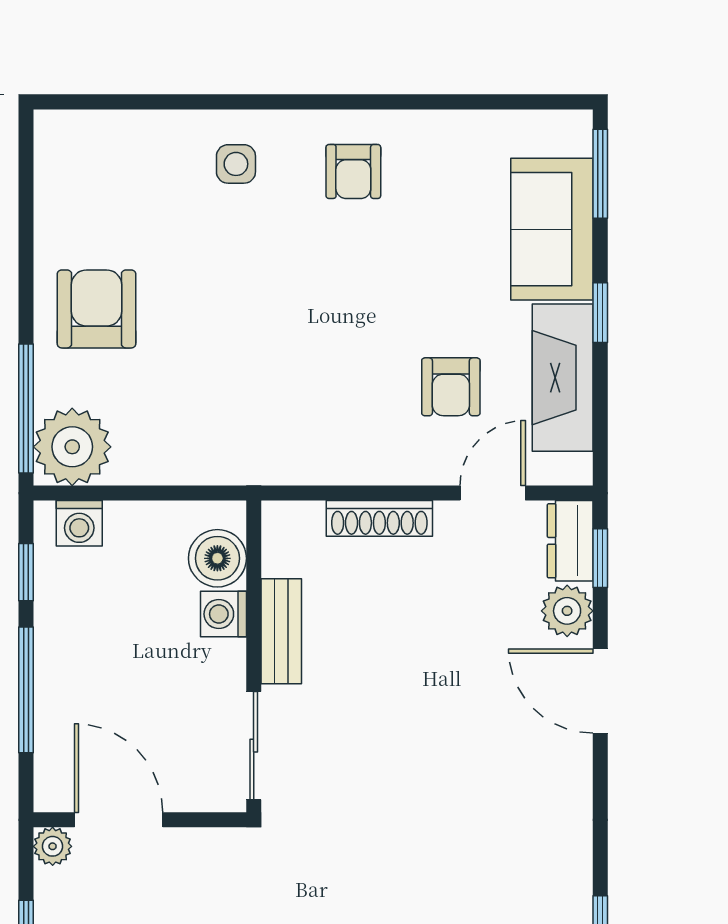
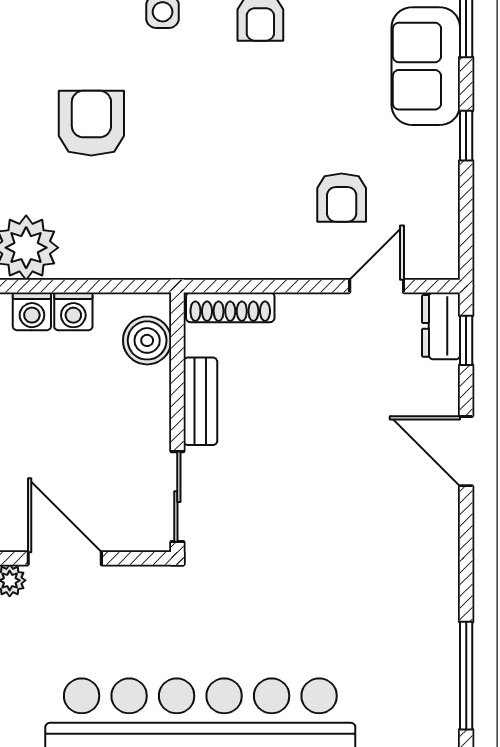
armchair: (96, 309) -> (91, 123), moved
fireplace: (563, 378) -> (435, 190), removed
shoe rack: (379, 518) -> (230, 307), moved
plant: (567, 611) -> (438, 384), removed
washing machine: (223, 614) -> (73, 311), moved, turned -90

